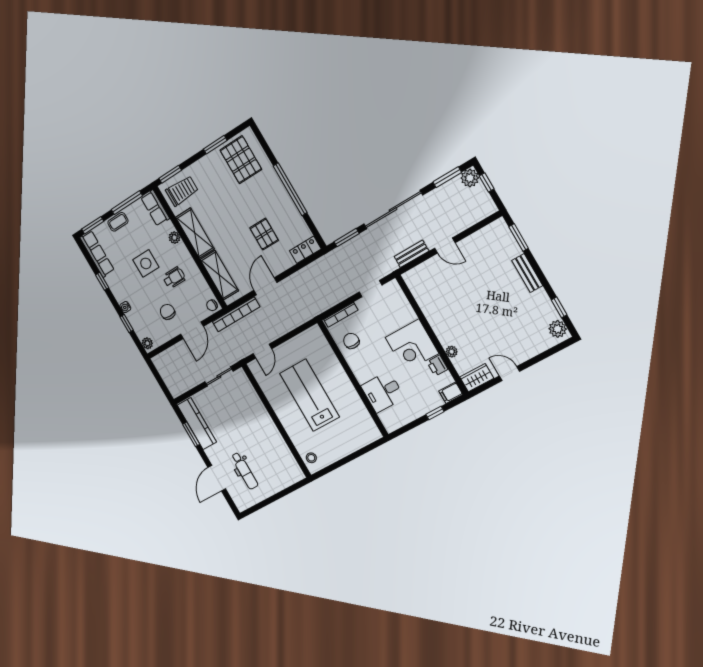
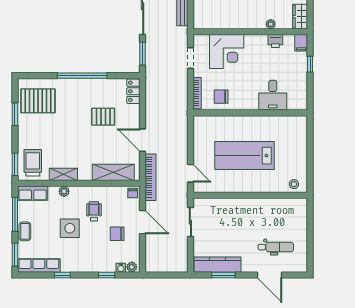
shelving: (195, 233) -> (63, 174), width x0.67, depth x0.75
water cooler: (125, 307) -> (121, 268), moved
corner desk: (412, 345) -> (227, 52), moved

